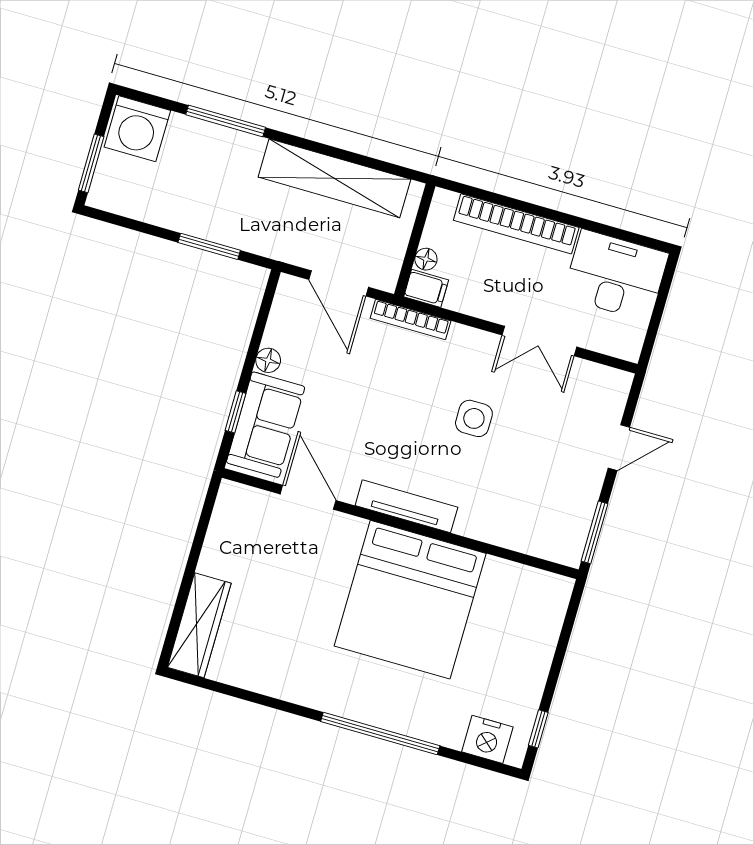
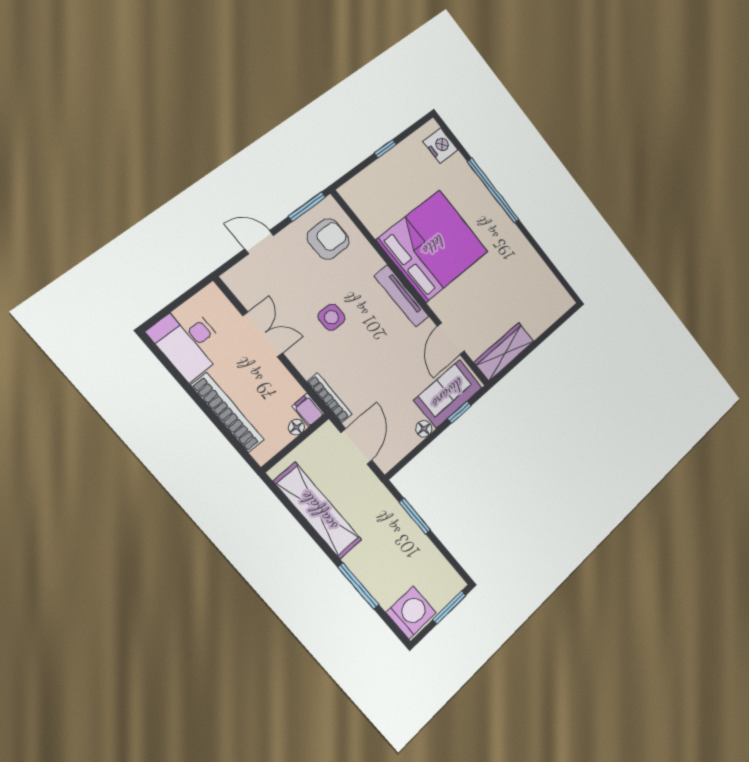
armchair: (543, 511) -> (328, 239), added
wardrobe: (199, 625) -> (504, 352), moved
window: (538, 729) -> (385, 149), moved

